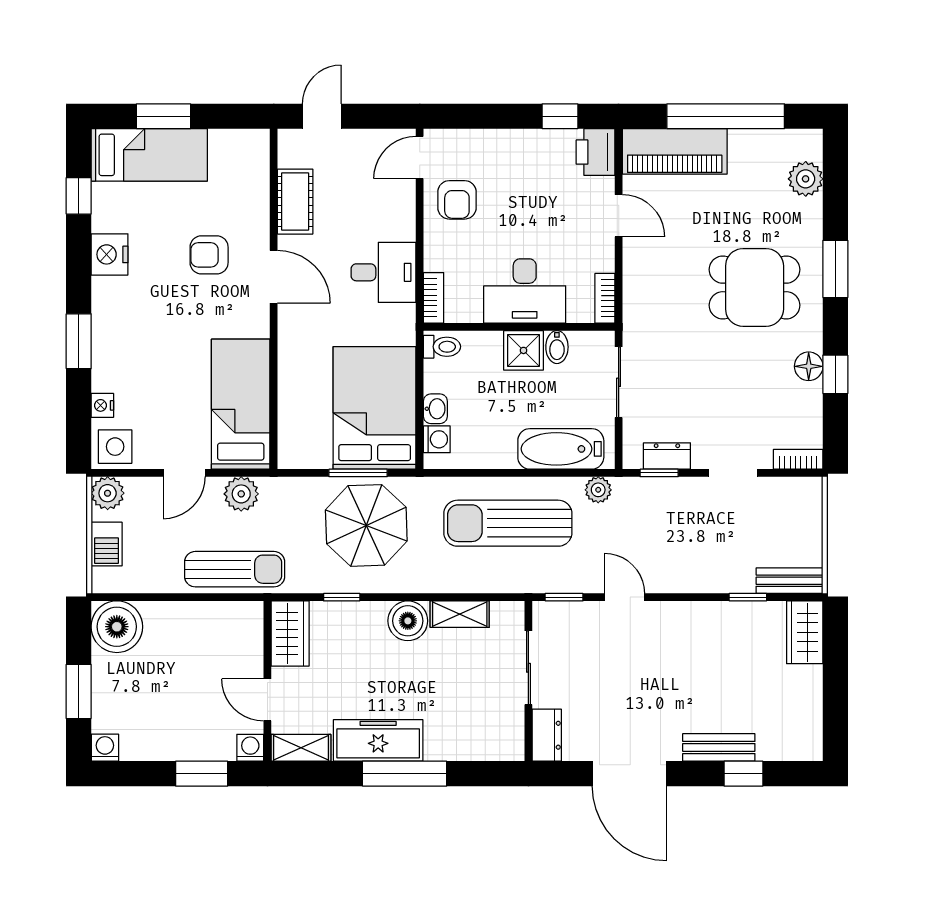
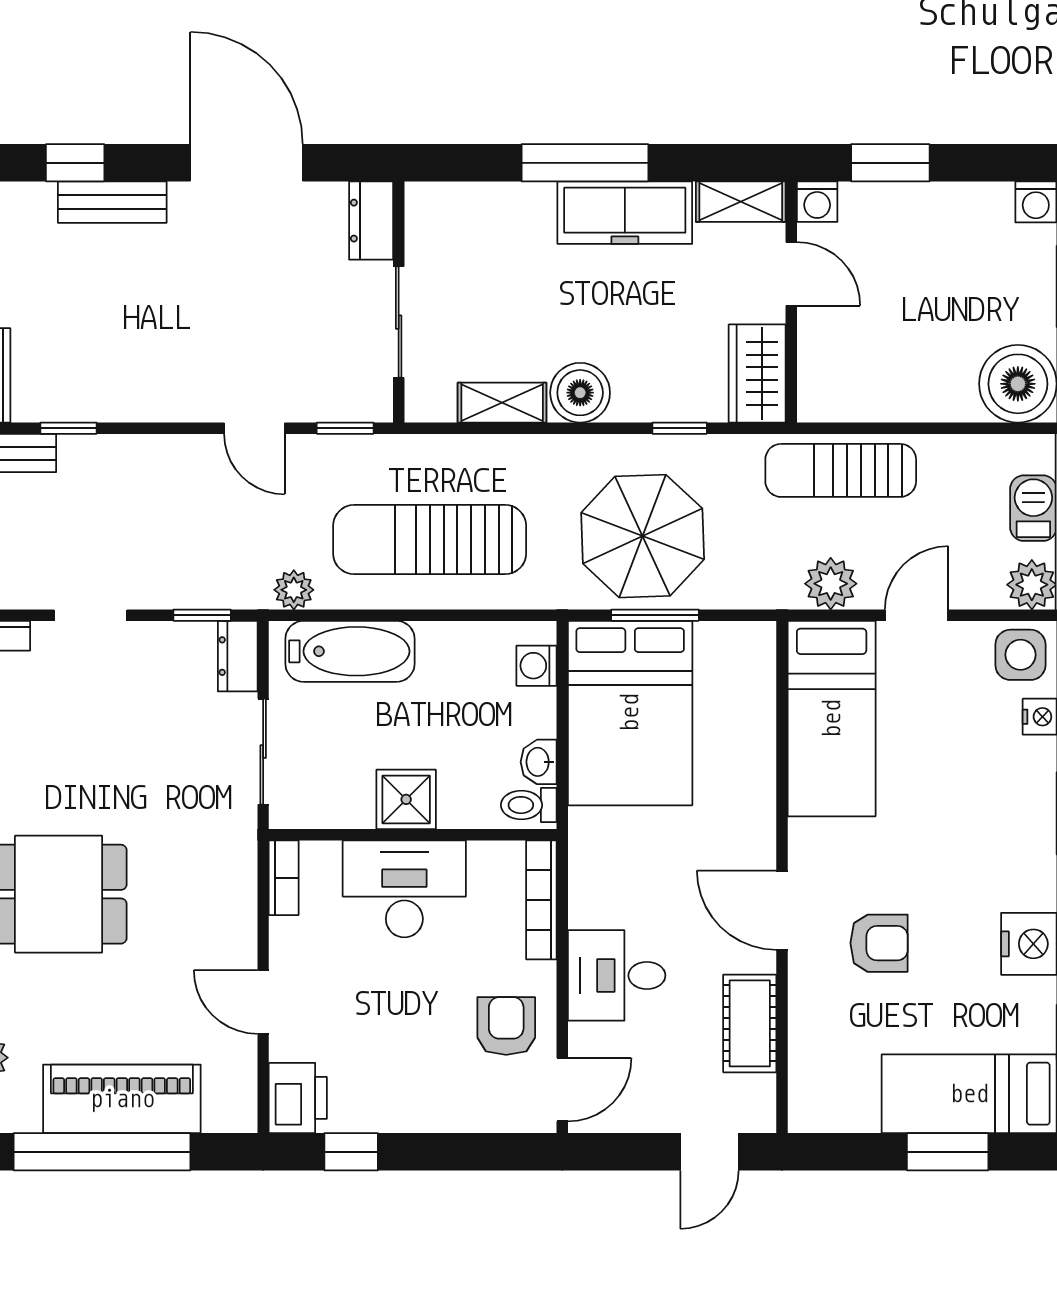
piano: (675, 151) -> (122, 1099), moved
desk: (384, 272) -> (617, 975), moved
bookcase: (434, 298) -> (541, 900), width x1.56
bidet: (557, 347) -> (356, 804), removed
washbasin: (435, 409) -> (539, 762), moved
dresser: (667, 456) -> (238, 656), moved, turned 90
sun lounger: (508, 523) -> (430, 540), turned 180

